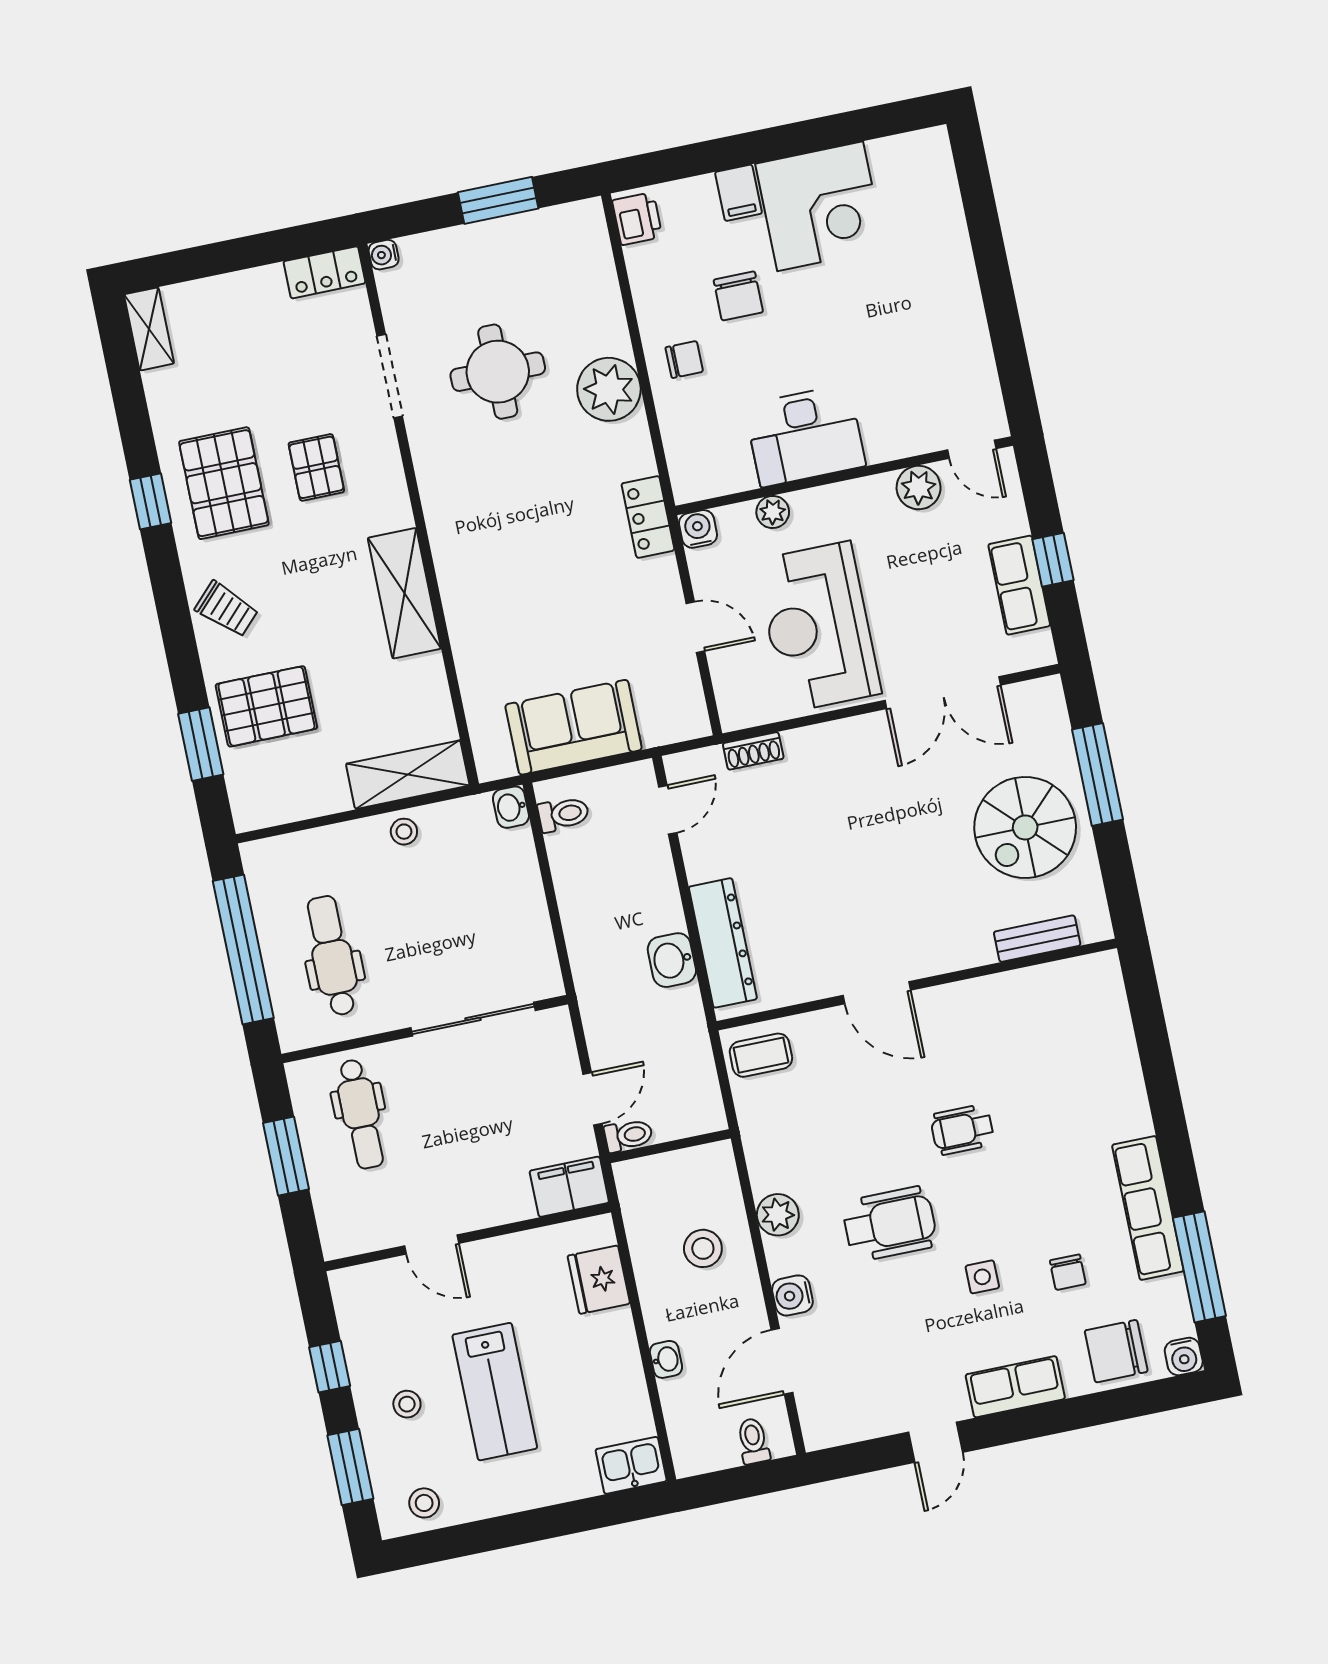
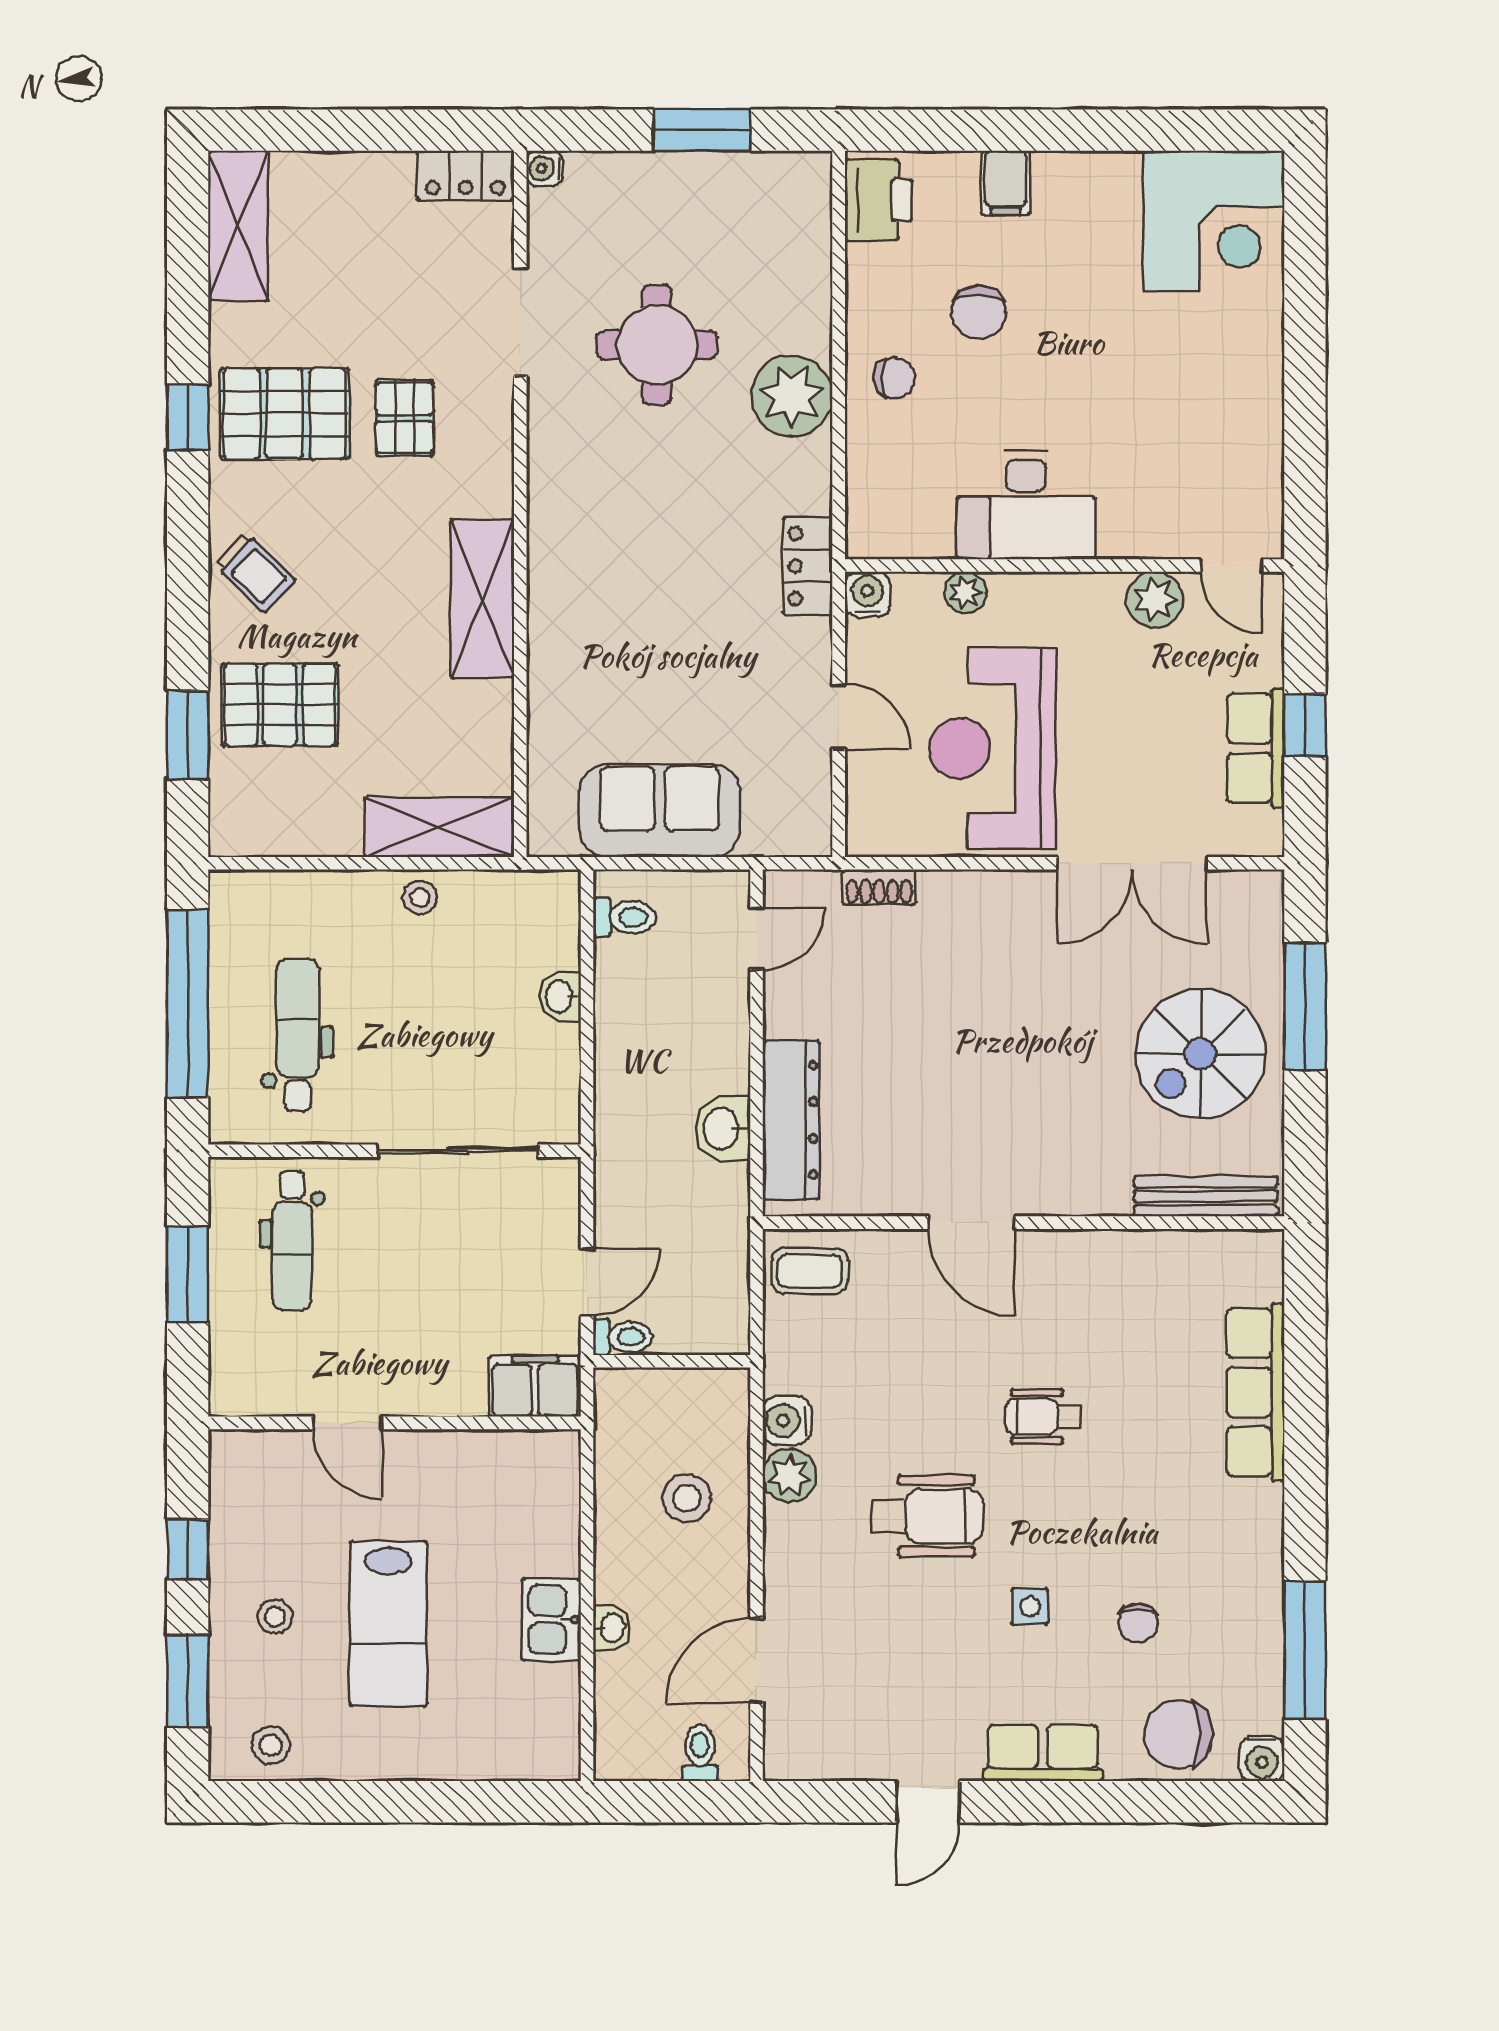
corner desk: (820, 206) -> (1214, 221), moved
printer: (637, 219) -> (878, 200), width x1.36, depth x1.24
shelving: (149, 329) -> (238, 226), width x1.50, depth x1.33
pallet: (224, 483) -> (284, 414), turned 90
washbasin: (511, 807) -> (560, 996), moved
bench: (1037, 939) -> (1206, 1196), width x1.36
row of seats: (1148, 1208) -> (1256, 1392), moved
fridge: (599, 1280) -> (548, 1510), removed
water cooler: (792, 1295) -> (787, 1420), moved
kitchen sink: (631, 1465) -> (551, 1620), moved, turned -90

